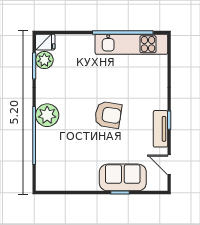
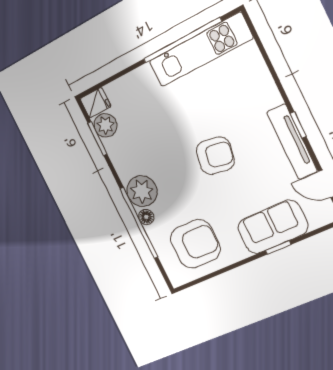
tv unit: (160, 129) -> (292, 142), width x1.41
floor lamp: (41, 134) -> (146, 217), added
armchair: (66, 167) -> (195, 244), added

